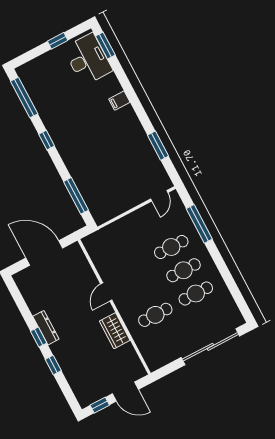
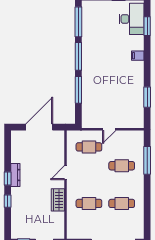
window: (105, 46) -> (147, 26), moved
window: (47, 140) -> (78, 56), width x2.17
window: (76, 196) -> (78, 90), moved
door: (159, 196) -> (109, 129), moved
door: (44, 253) -> (39, 127), hinge flipped
cafe table: (184, 270) -> (89, 147), moved

